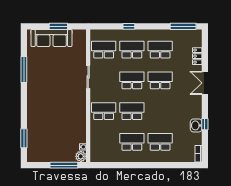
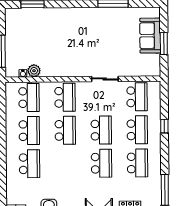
sofa: (51, 38) -> (150, 36), width x0.73
school desk: (104, 142) -> (29, 98), added
plant: (81, 156) -> (34, 71), moved

